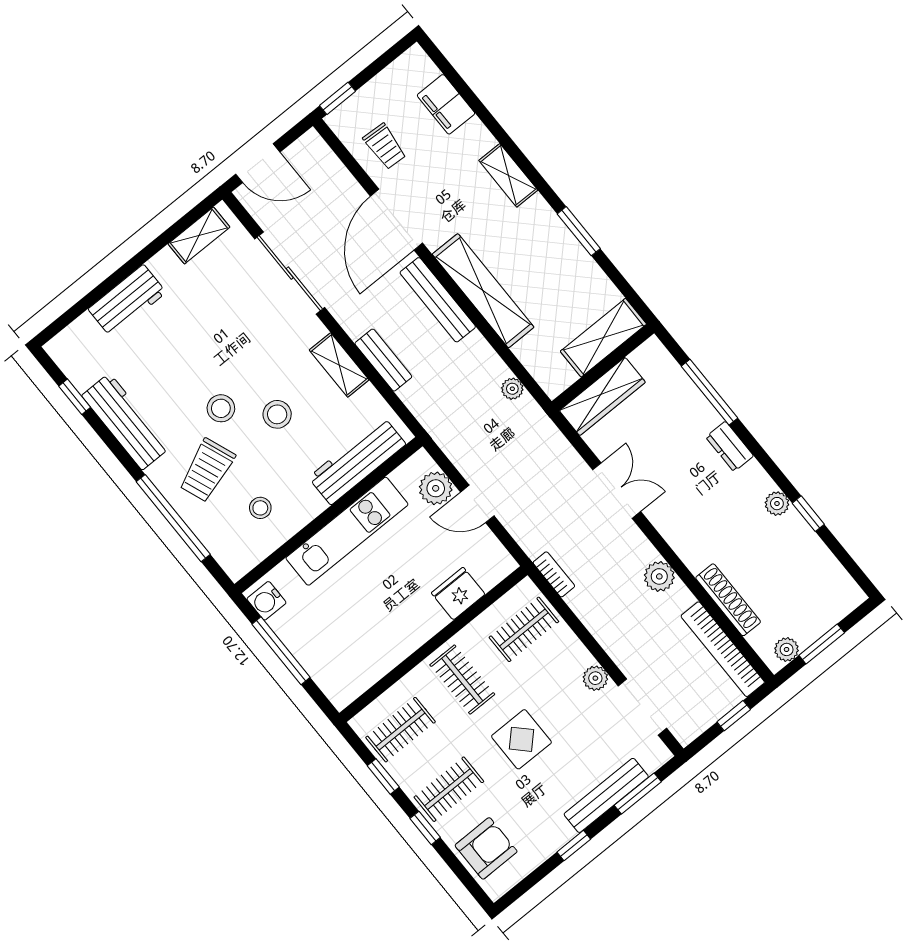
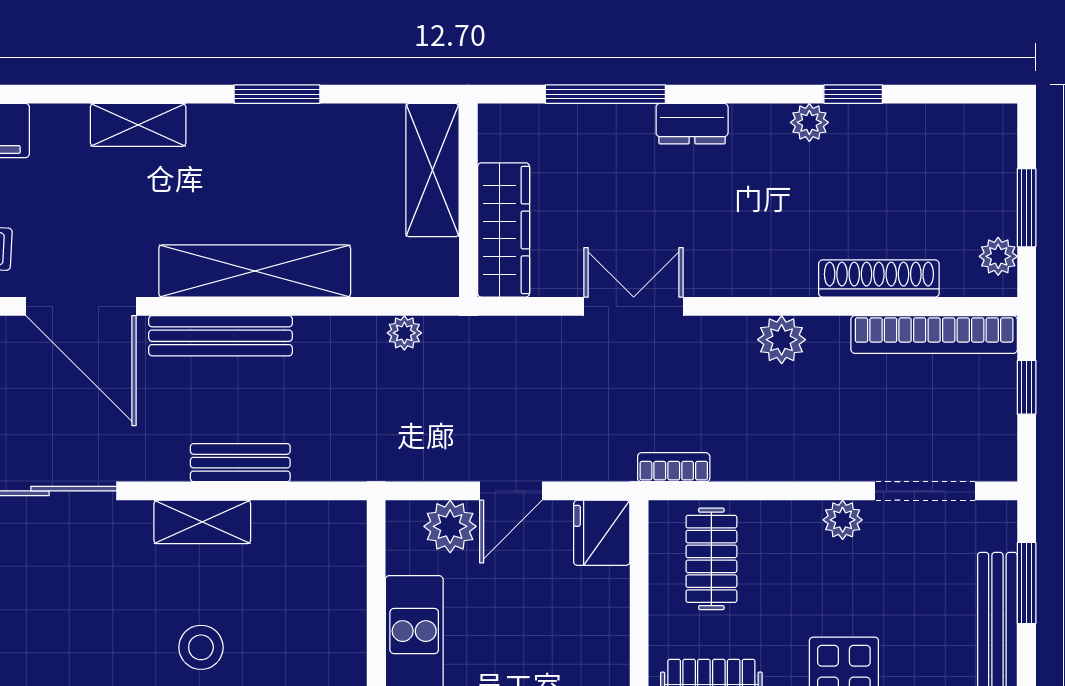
workbench: (357, 461) -> (338, 595), removed
fridge: (458, 594) -> (602, 533), moved

